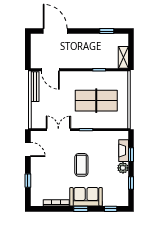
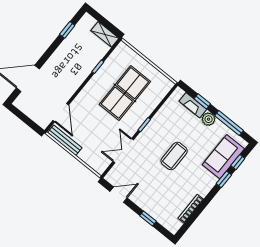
door: (50, 70) -> (61, 113), hinge flipped
coffee table: (81, 165) -> (174, 156), turned 90
window: (131, 183) -> (229, 123), width x2.17
sofa: (86, 197) -> (223, 157), moved
window: (81, 209) -> (224, 179), moved

